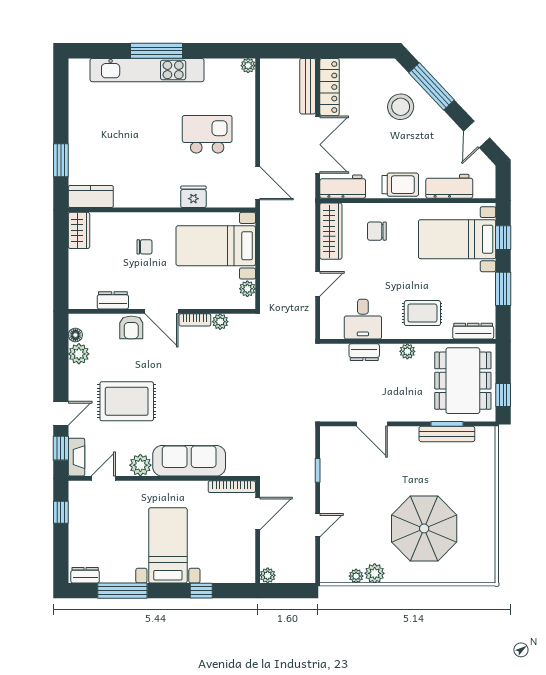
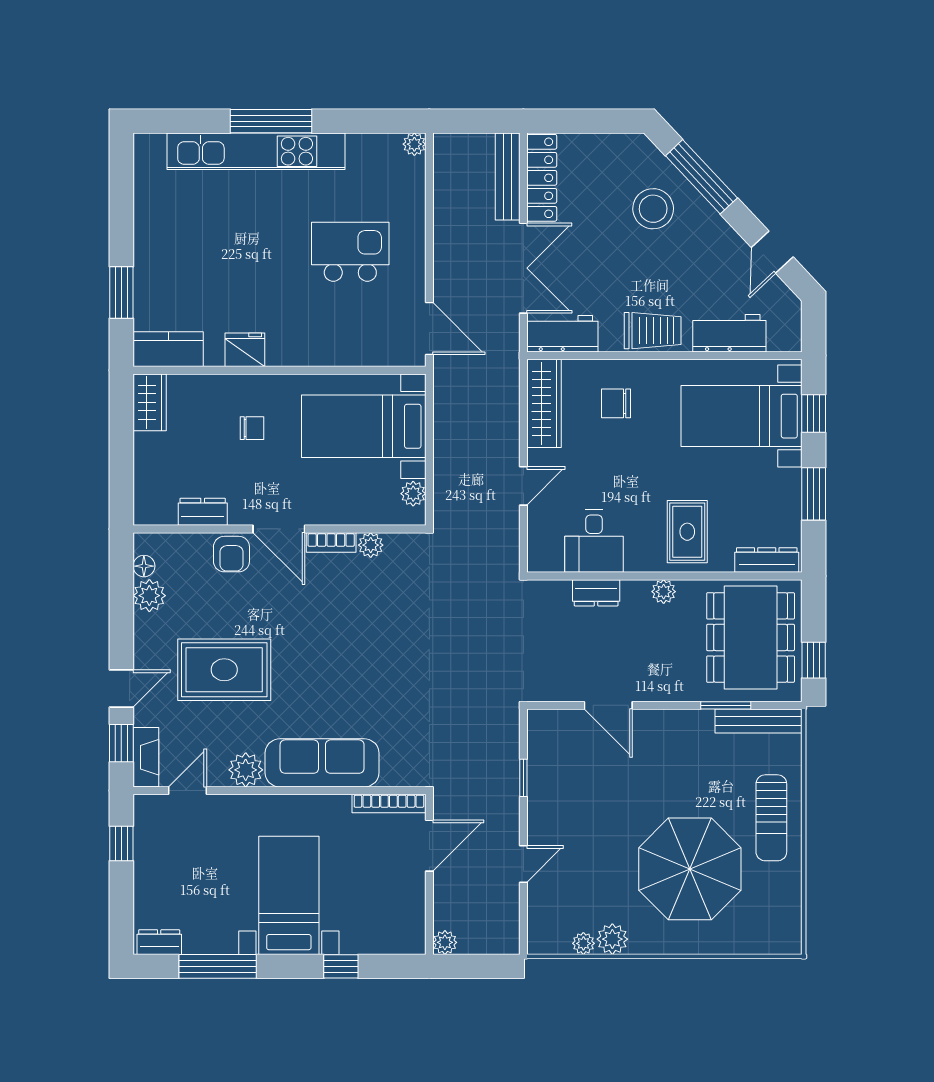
fridge: (193, 197) -> (245, 350), moved
rug: (422, 313) -> (687, 532), turned 90
bench: (447, 434) -> (759, 721), moved
sun lounger: (476, 496) -> (771, 818), added

